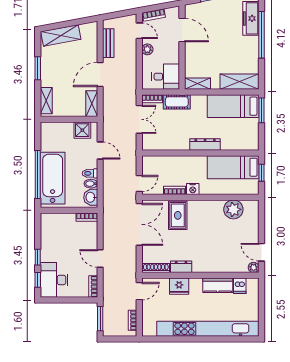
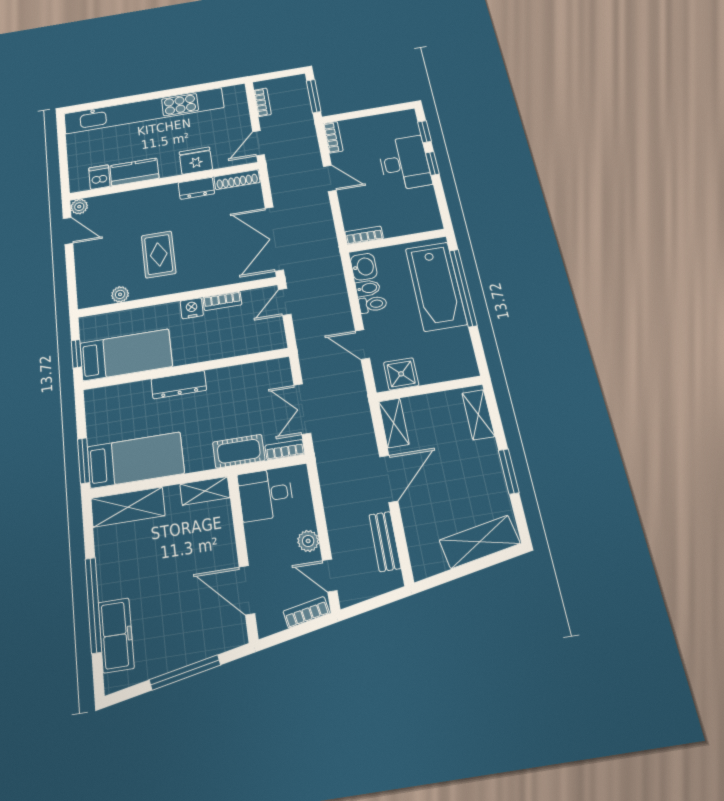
plant: (233, 209) -> (120, 294), width x0.53, depth x0.53
rug: (178, 215) -> (159, 254), moved
desk: (54, 280) -> (404, 163), moved

